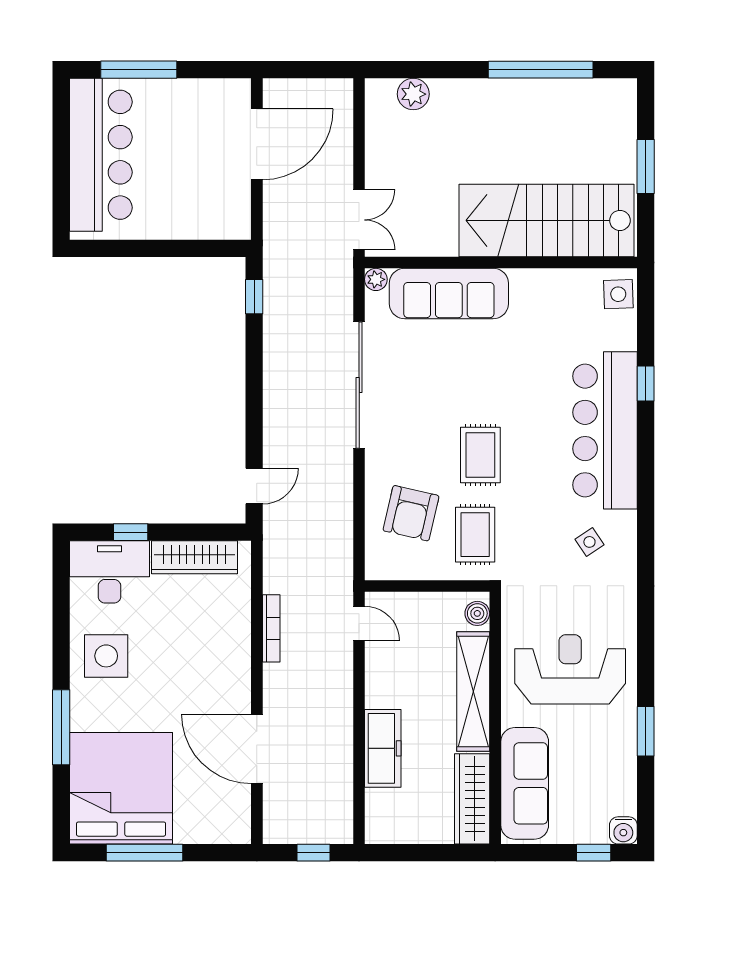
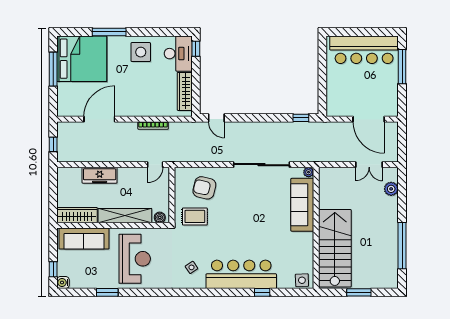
double door: (359, 220) -> (369, 165), moved
rug: (480, 455) -> (230, 219), removed
window: (131, 532) -> (196, 49), moved

